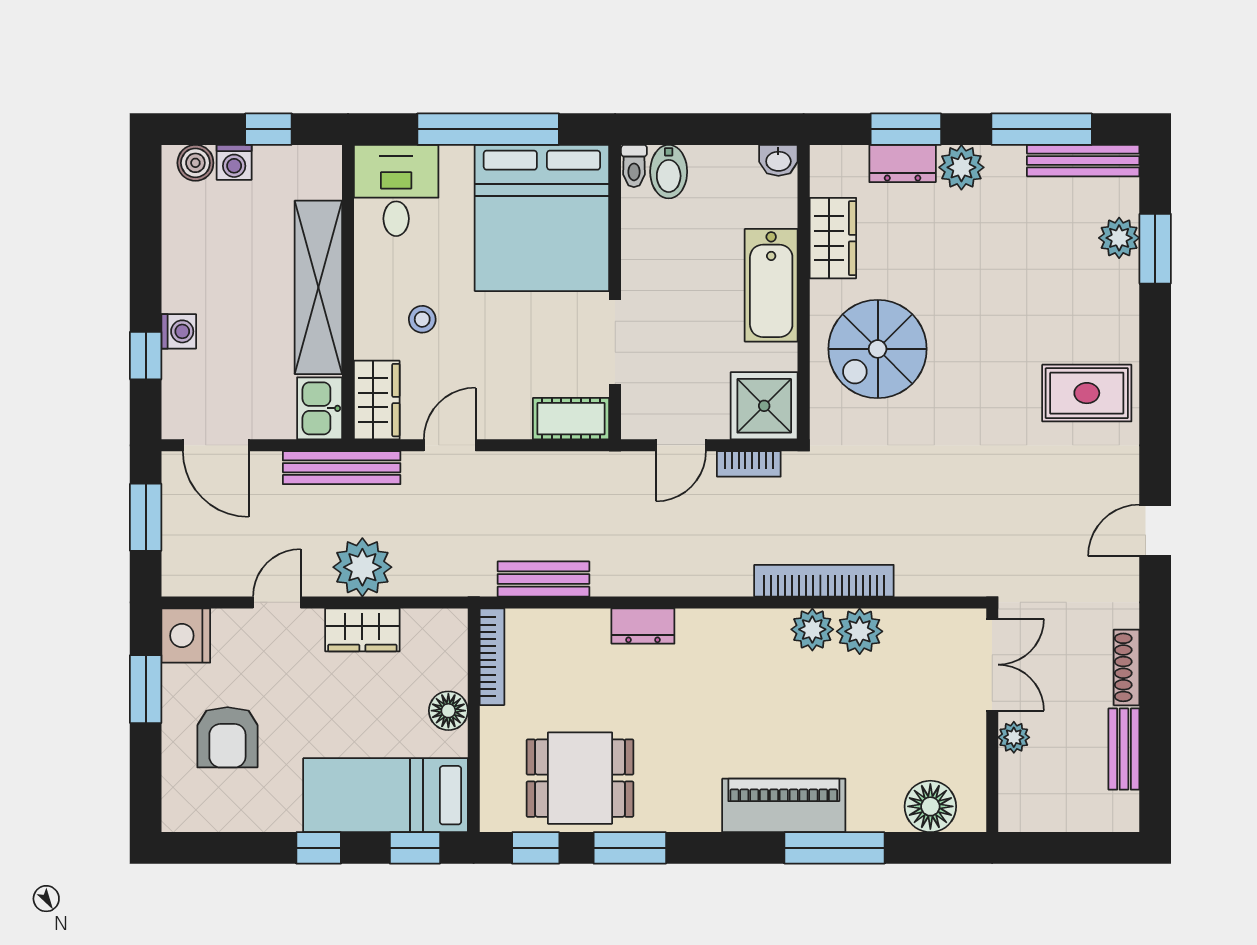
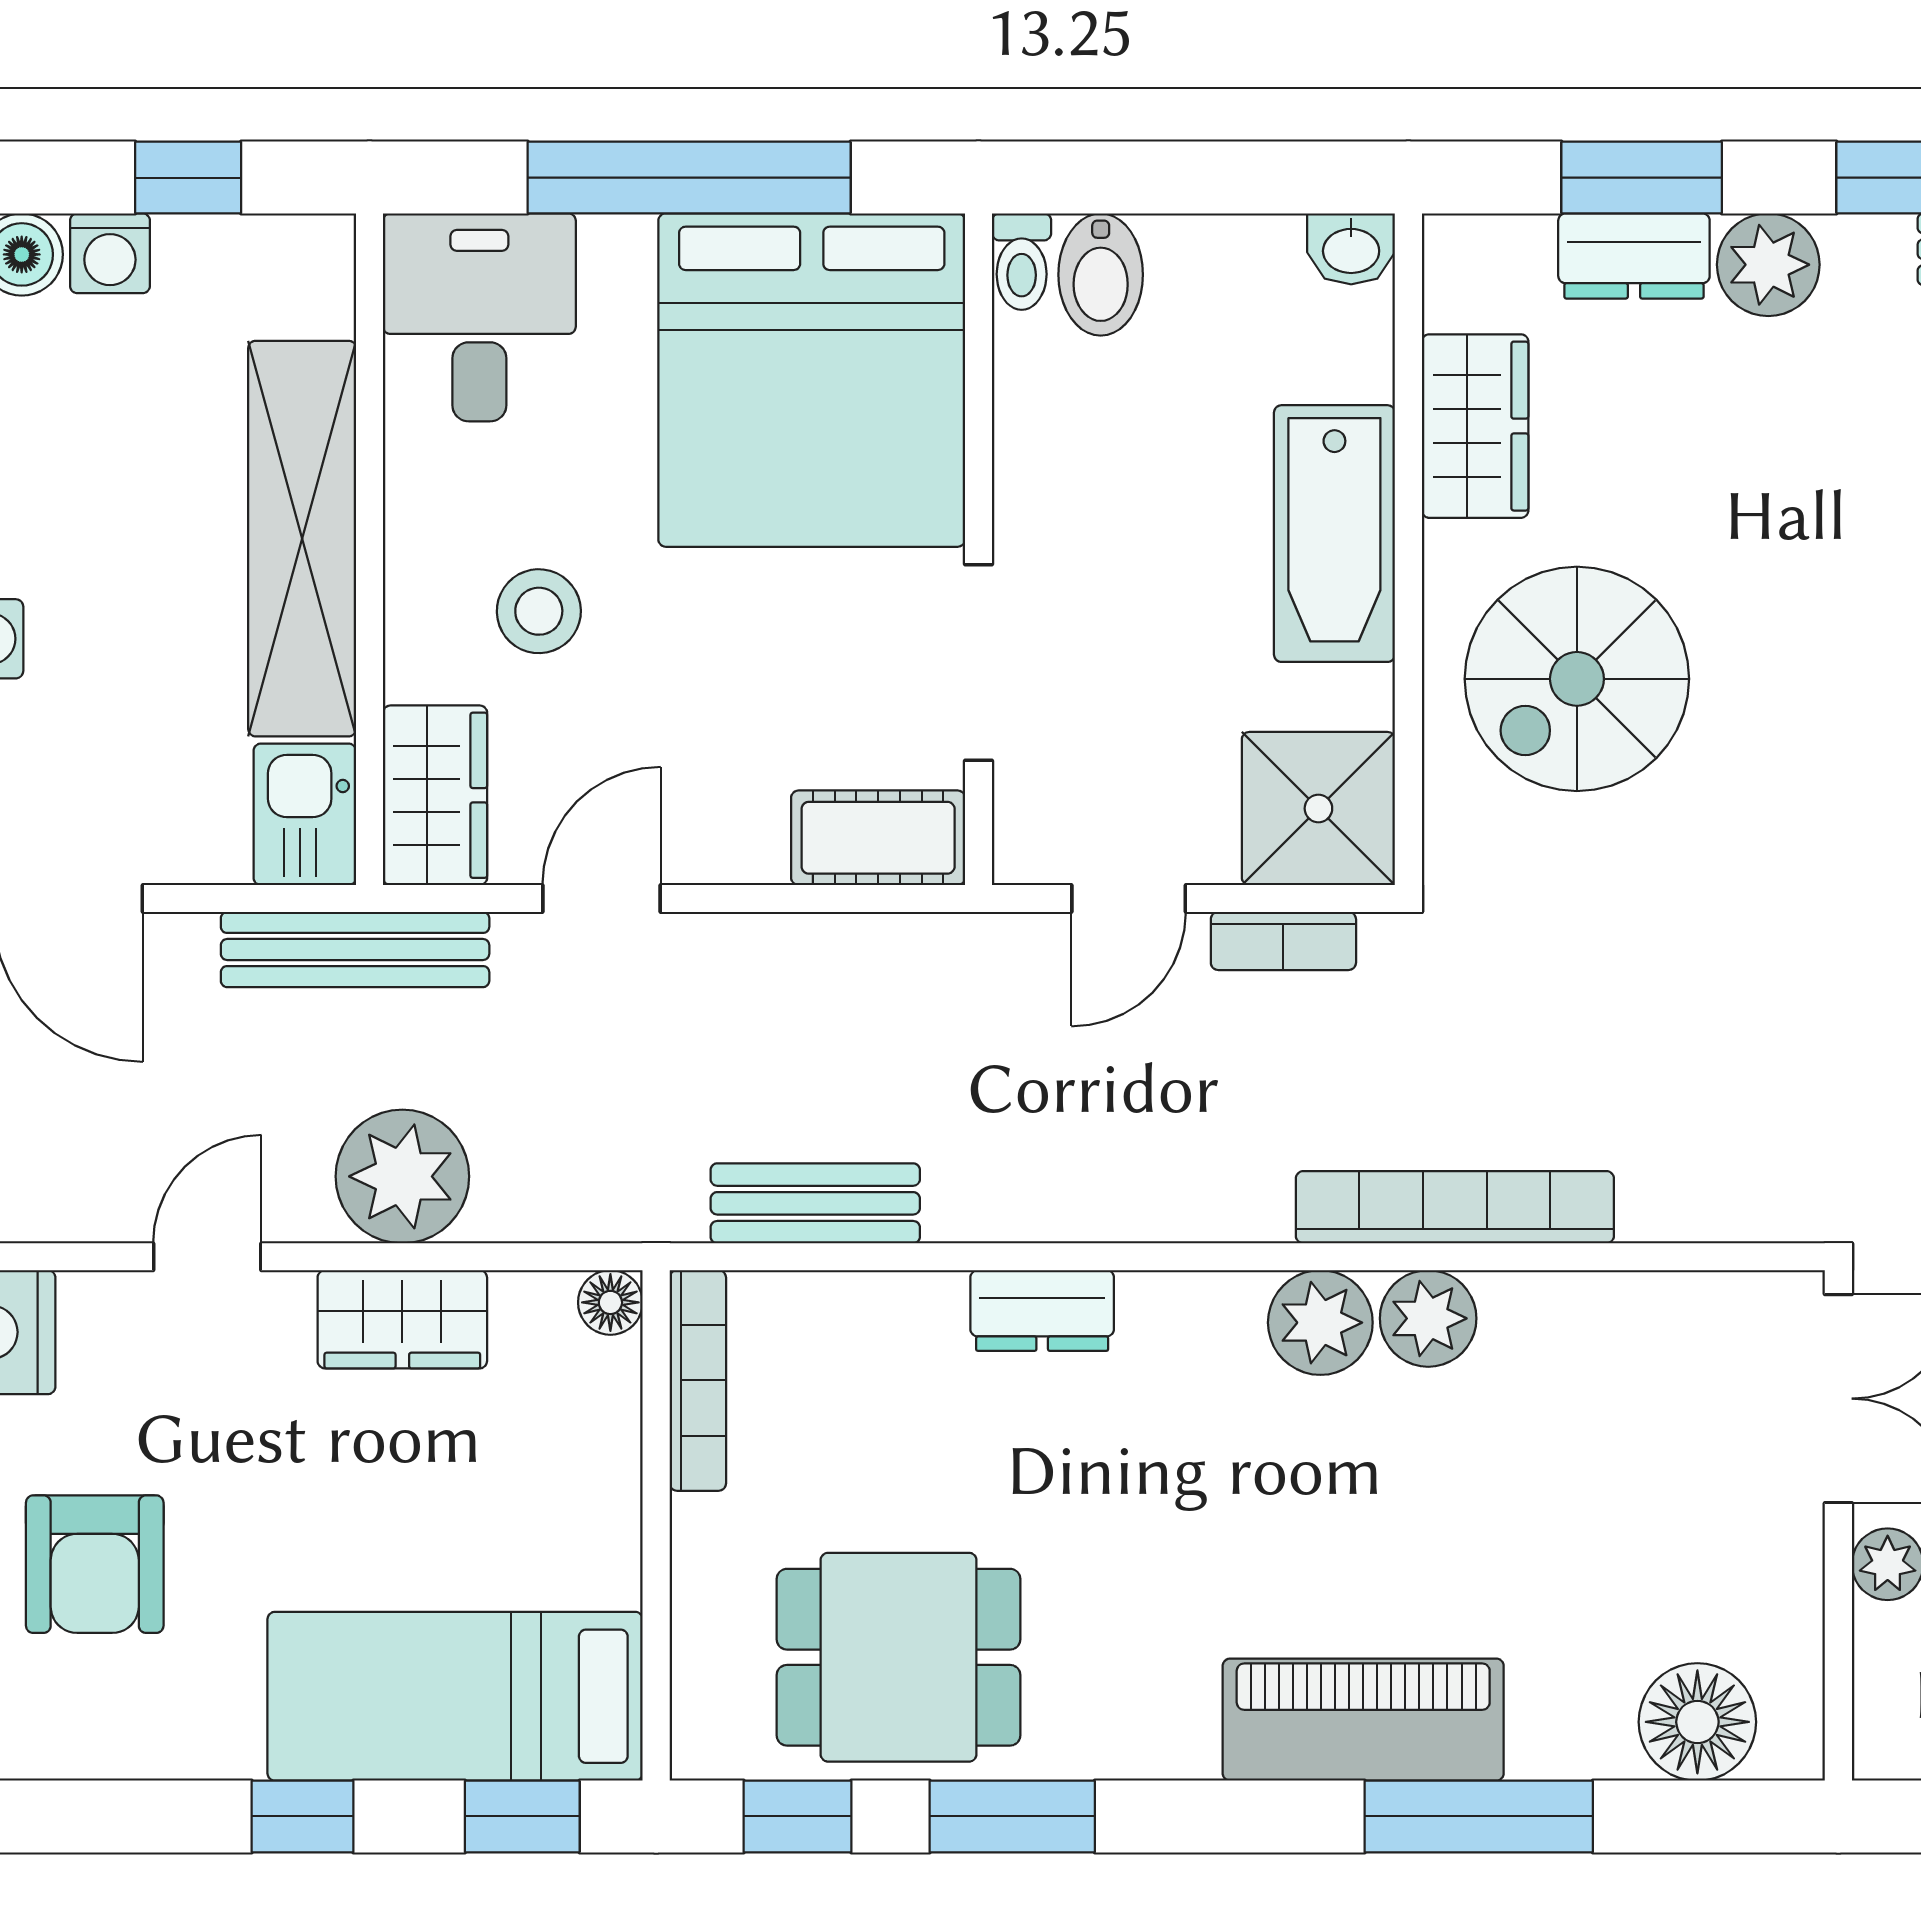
stool: (422, 319) -> (539, 611), width x1.37, depth x1.37
plant: (860, 631) -> (1320, 1323), moved
floor lamp: (448, 711) -> (610, 1302), moved, width x0.73, depth x0.73

